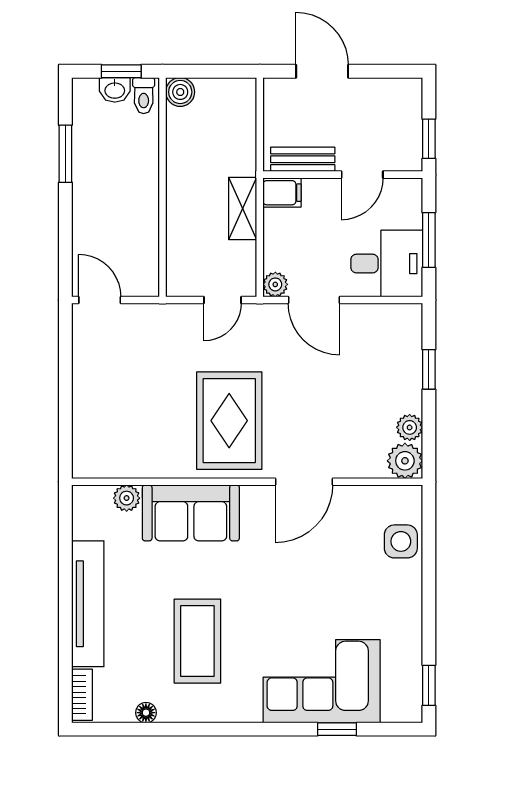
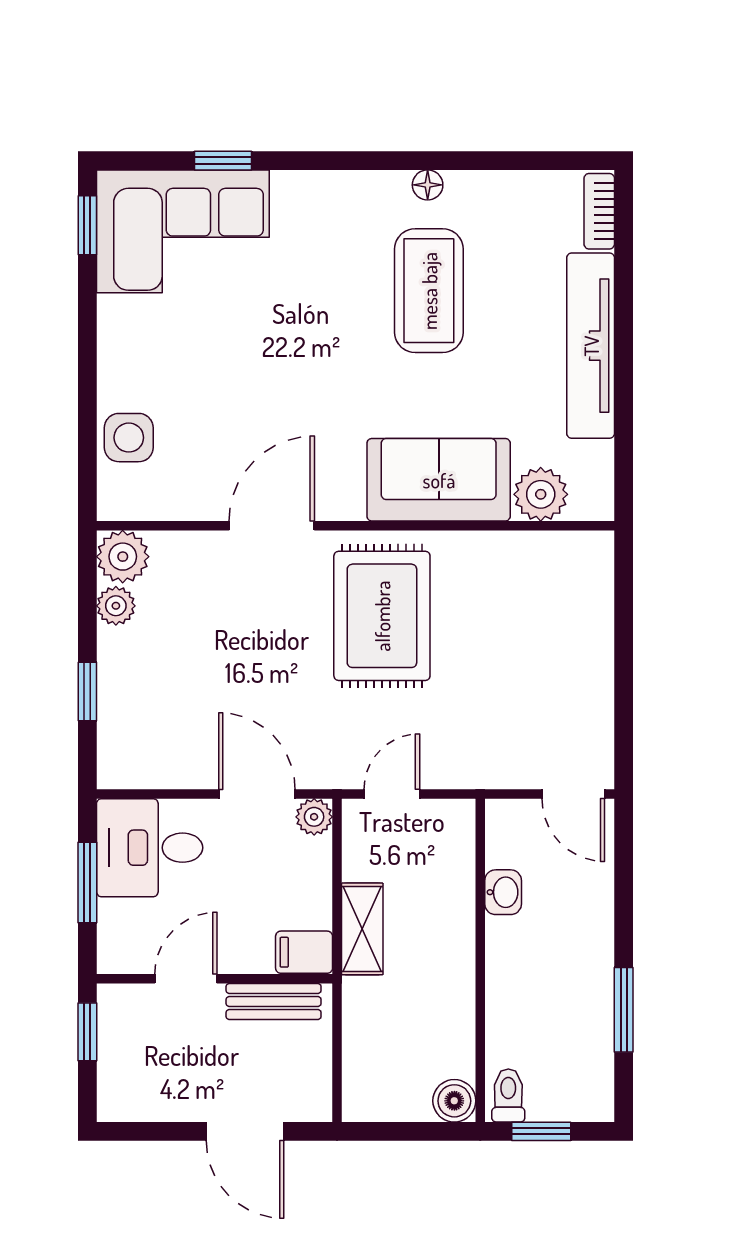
washbasin: (115, 90) -> (503, 892), moved, turned 90
plant: (127, 498) -> (541, 494), width x1.38, depth x1.38
corner sofa: (322, 681) -> (183, 231), moved
floor lamp: (146, 713) -> (428, 185), moved

